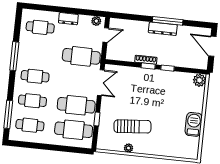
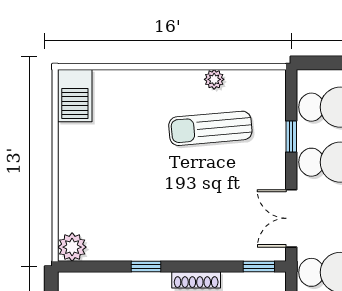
window: (148, 66) -> (259, 267), moved
barbecue: (194, 124) -> (75, 96), moved

